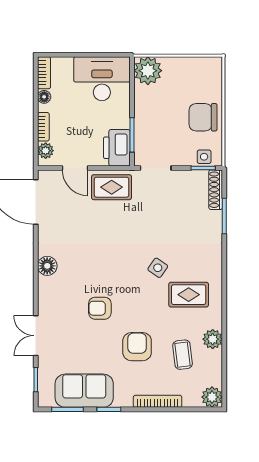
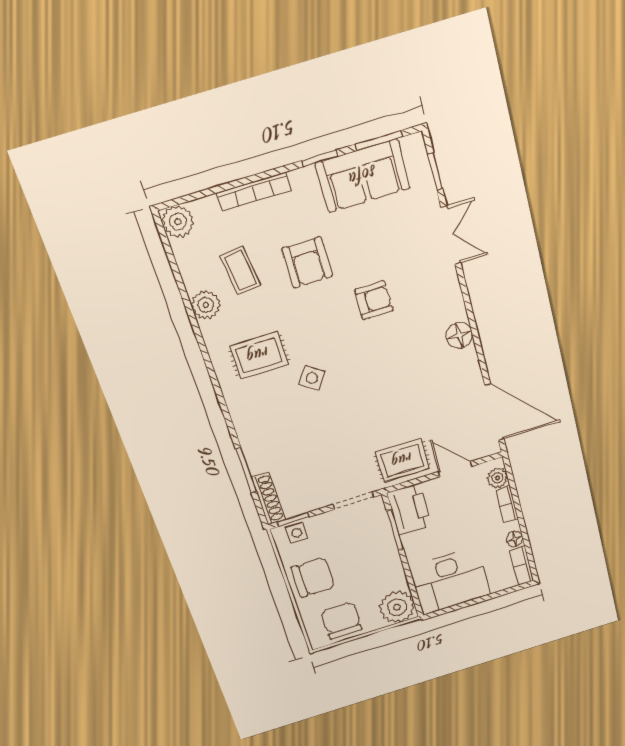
chair: (193, 74) -> (342, 620), added

